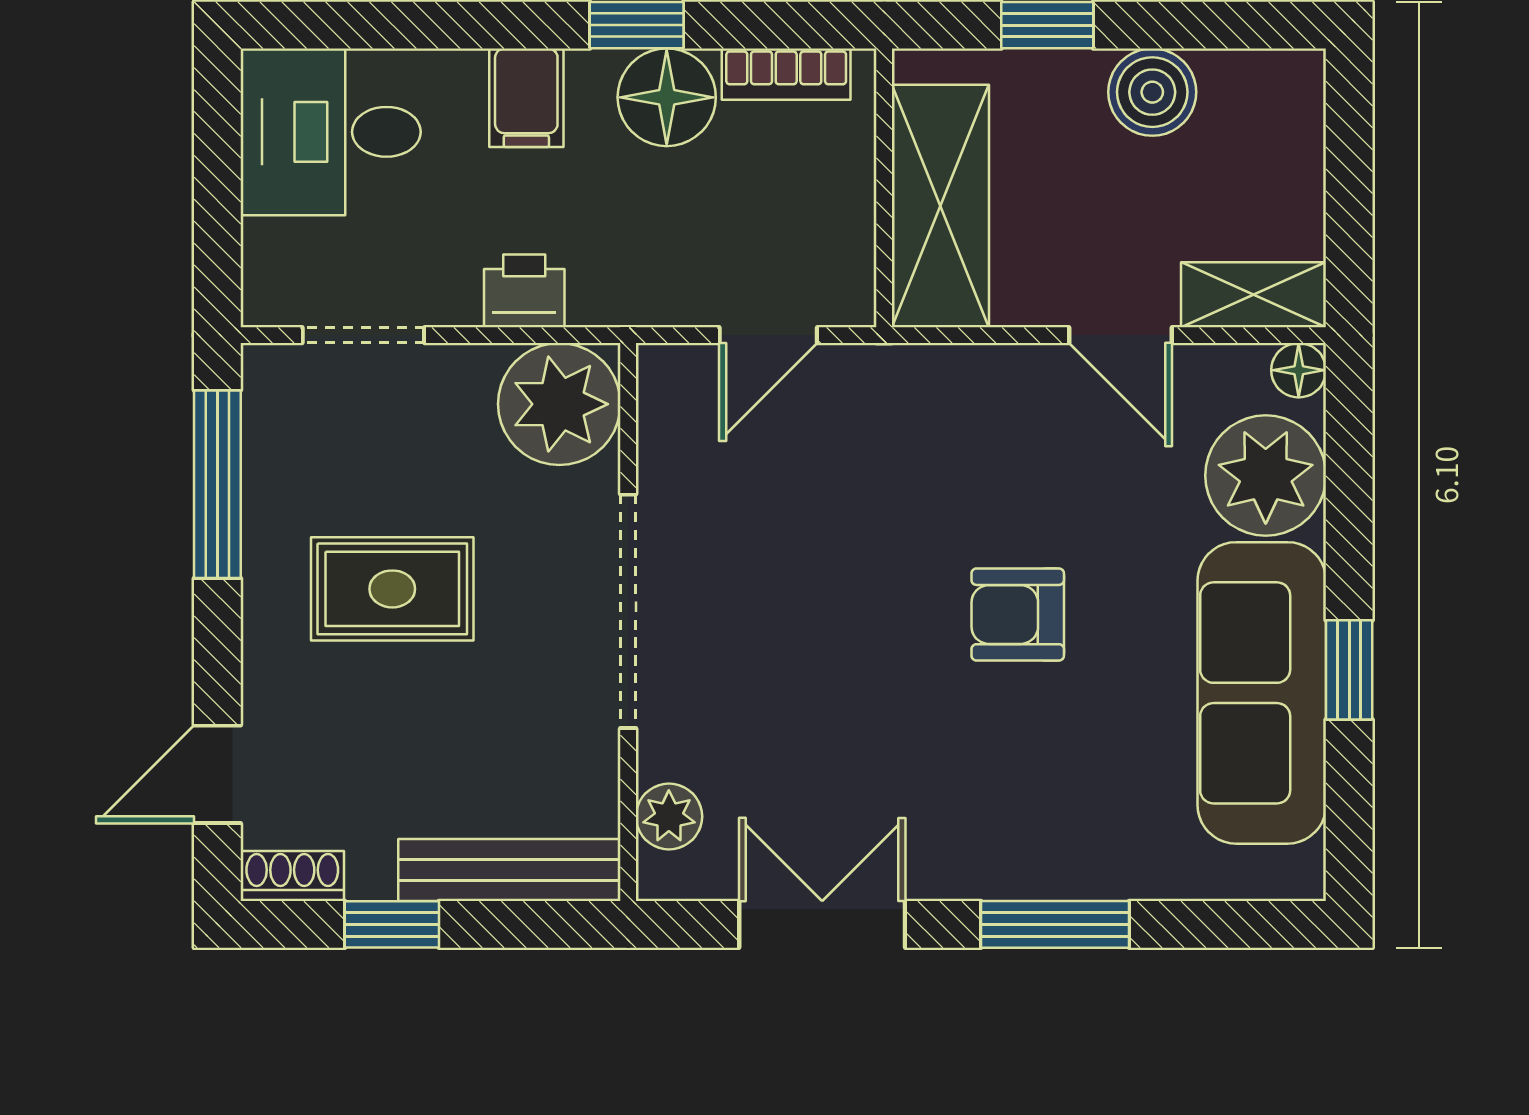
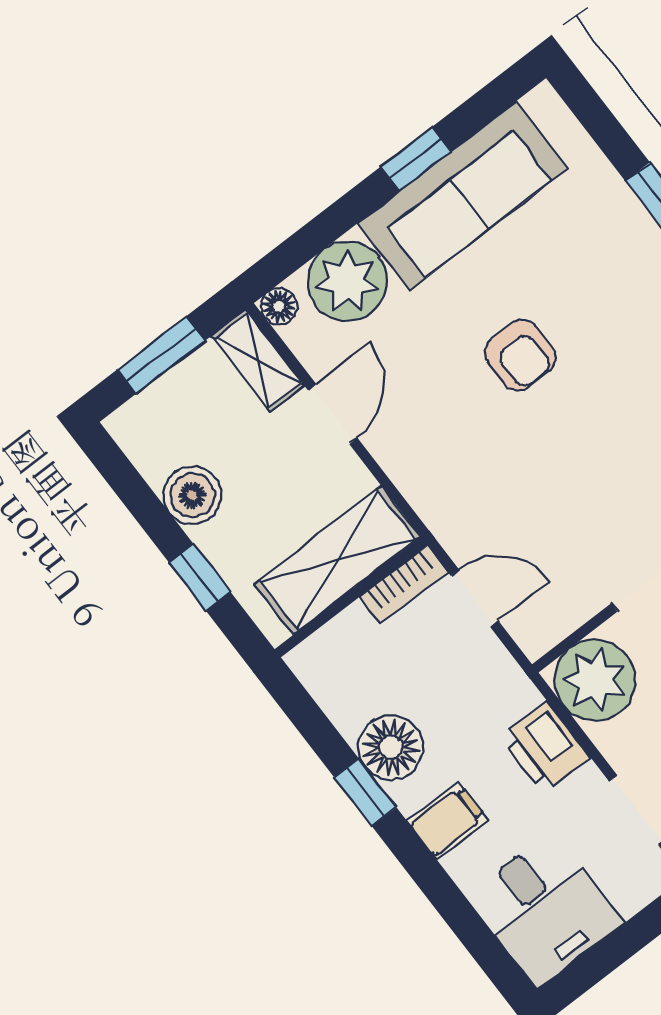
bookcase: (786, 74) -> (404, 584), moved, turned 90
window: (1349, 184) -> (161, 355), added
printer: (524, 291) -> (545, 747), width x1.36, depth x1.24

